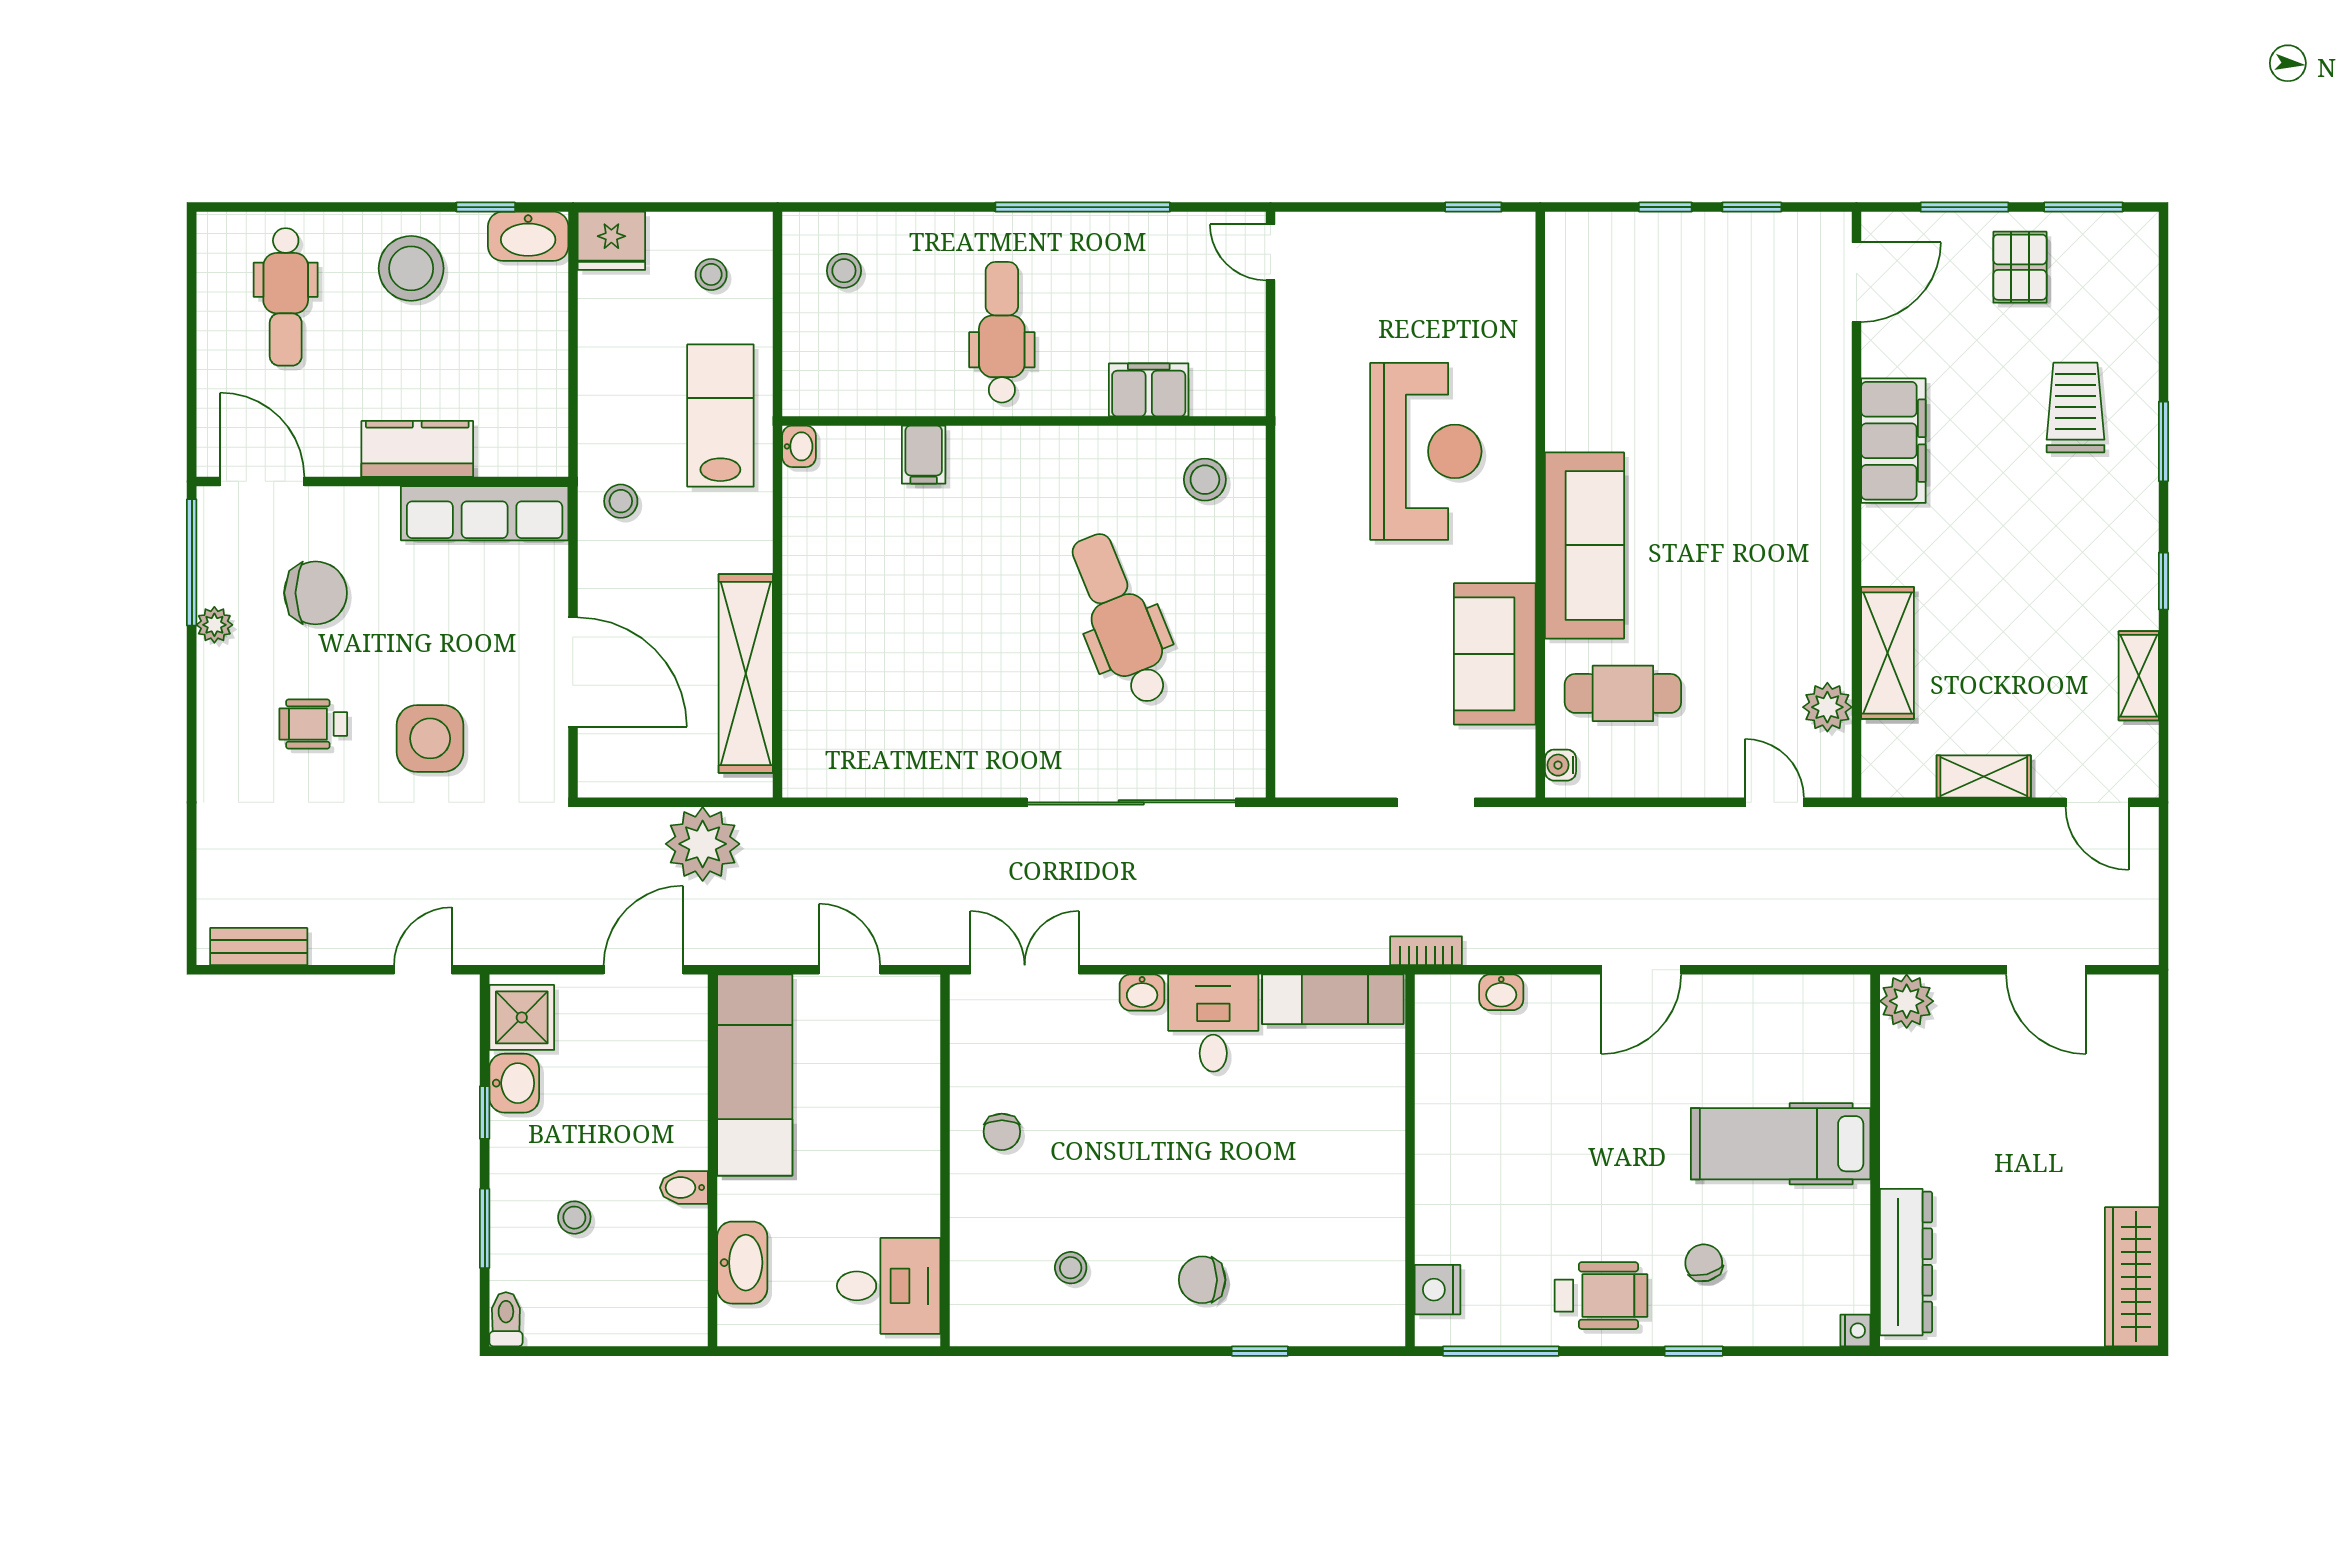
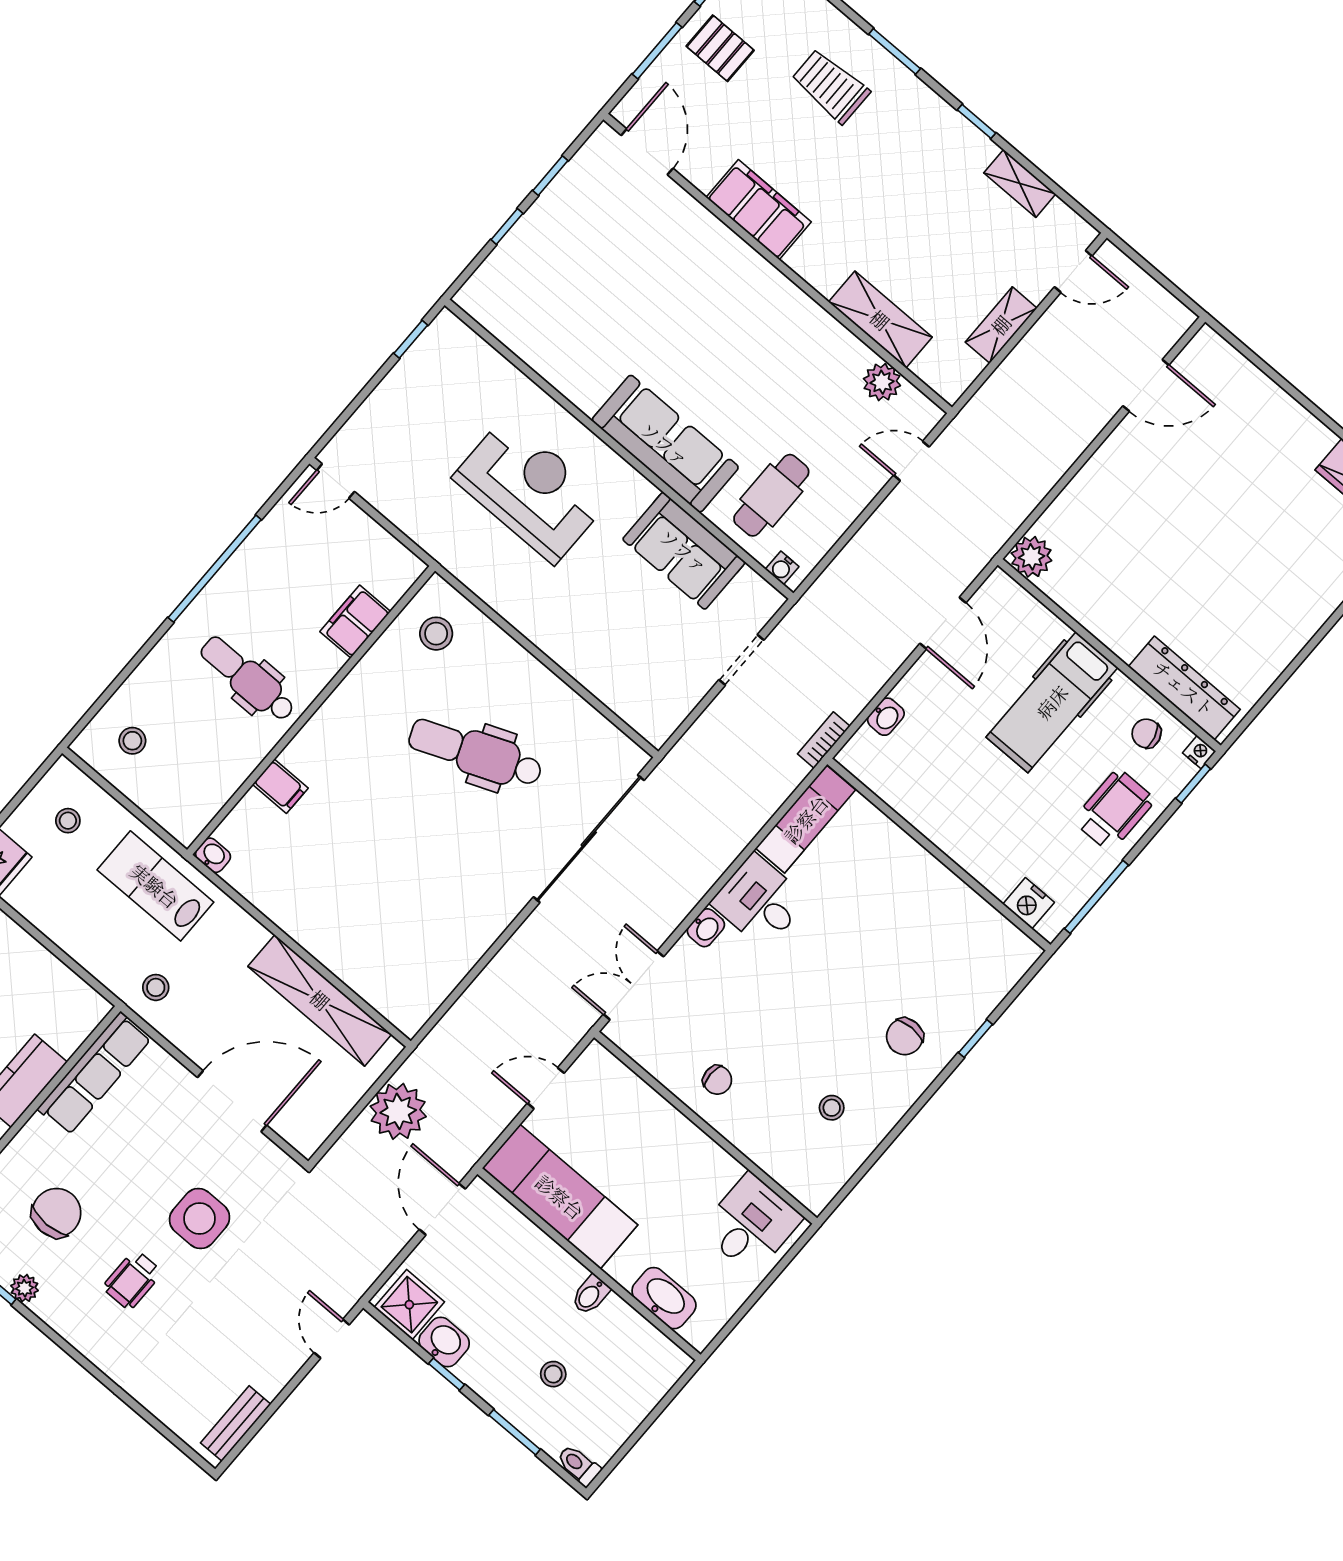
plant: (1907, 1001) -> (1031, 557), moved
hospital bed: (1781, 1144) -> (1052, 702), moved
wall: (1875, 1160) -> (1109, 655), moved
dresser: (1906, 1262) -> (1184, 688), moved
nightstand: (1855, 1331) -> (1199, 752), moved

